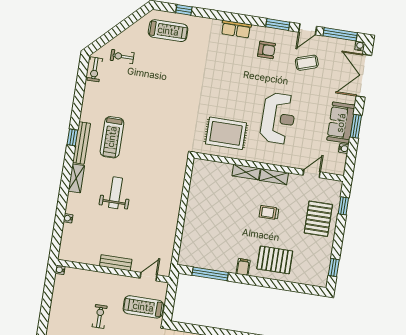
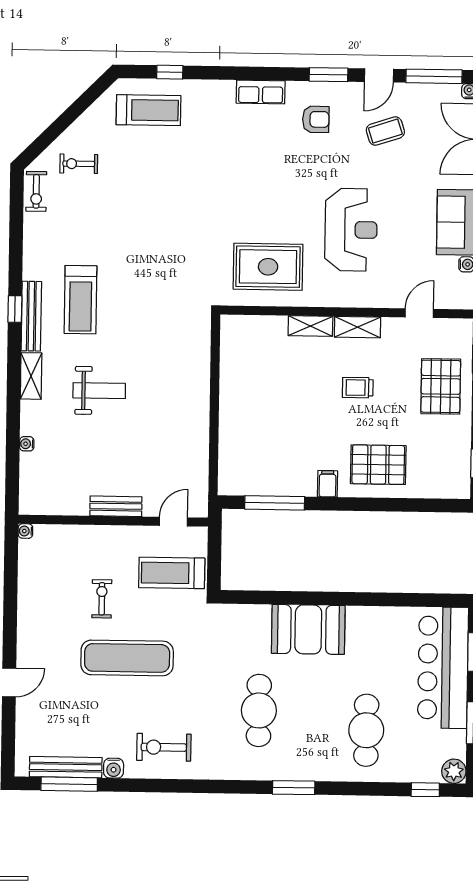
weight bench: (115, 193) -> (99, 391), turned 90

